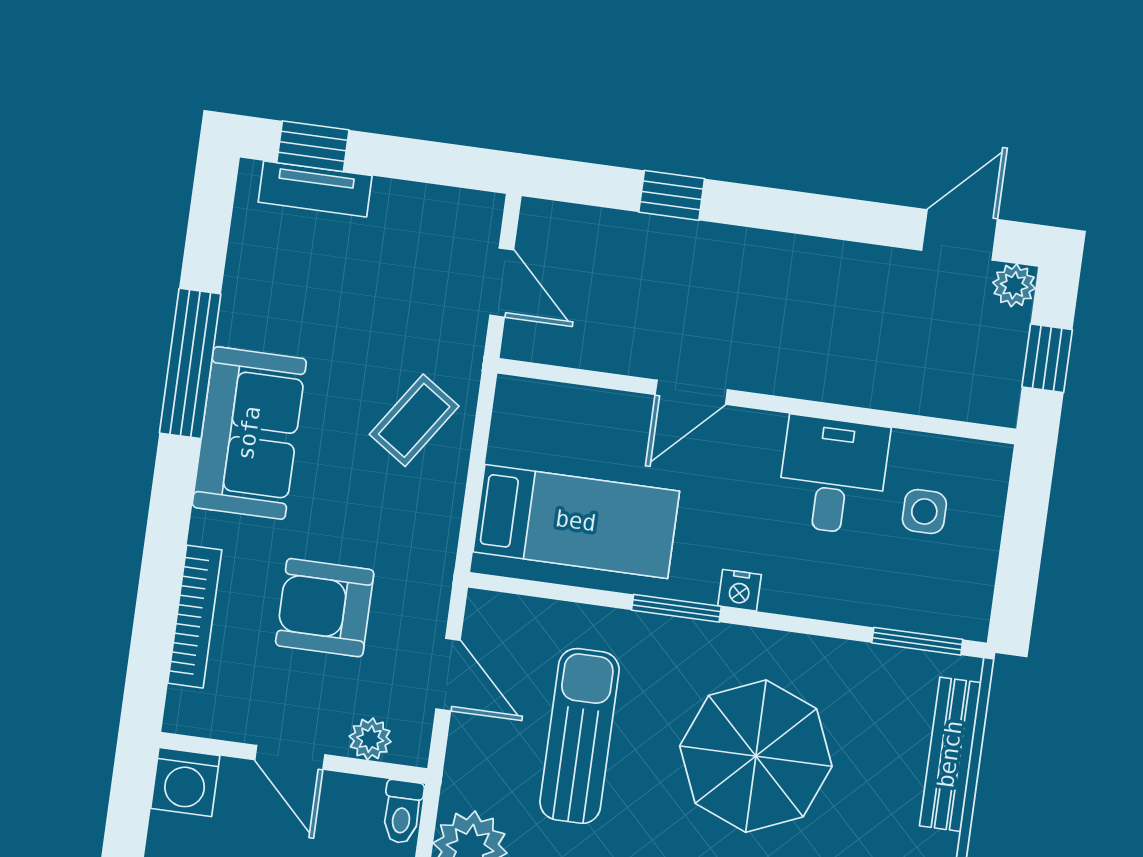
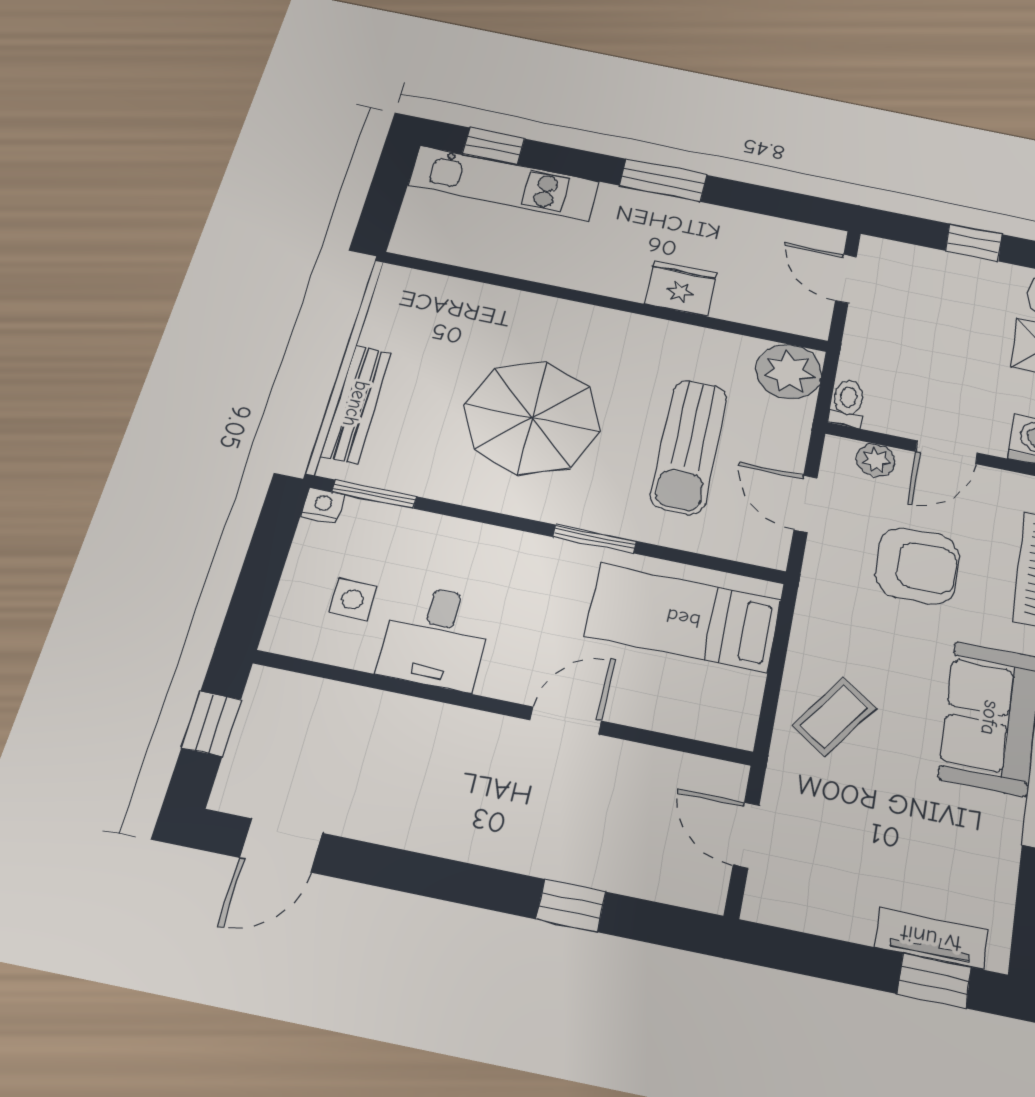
plant: (1014, 285) -> (233, 793), removed
nightstand: (740, 590) -> (323, 506), moved
door: (290, 757) -> (946, 452), swing flipped

